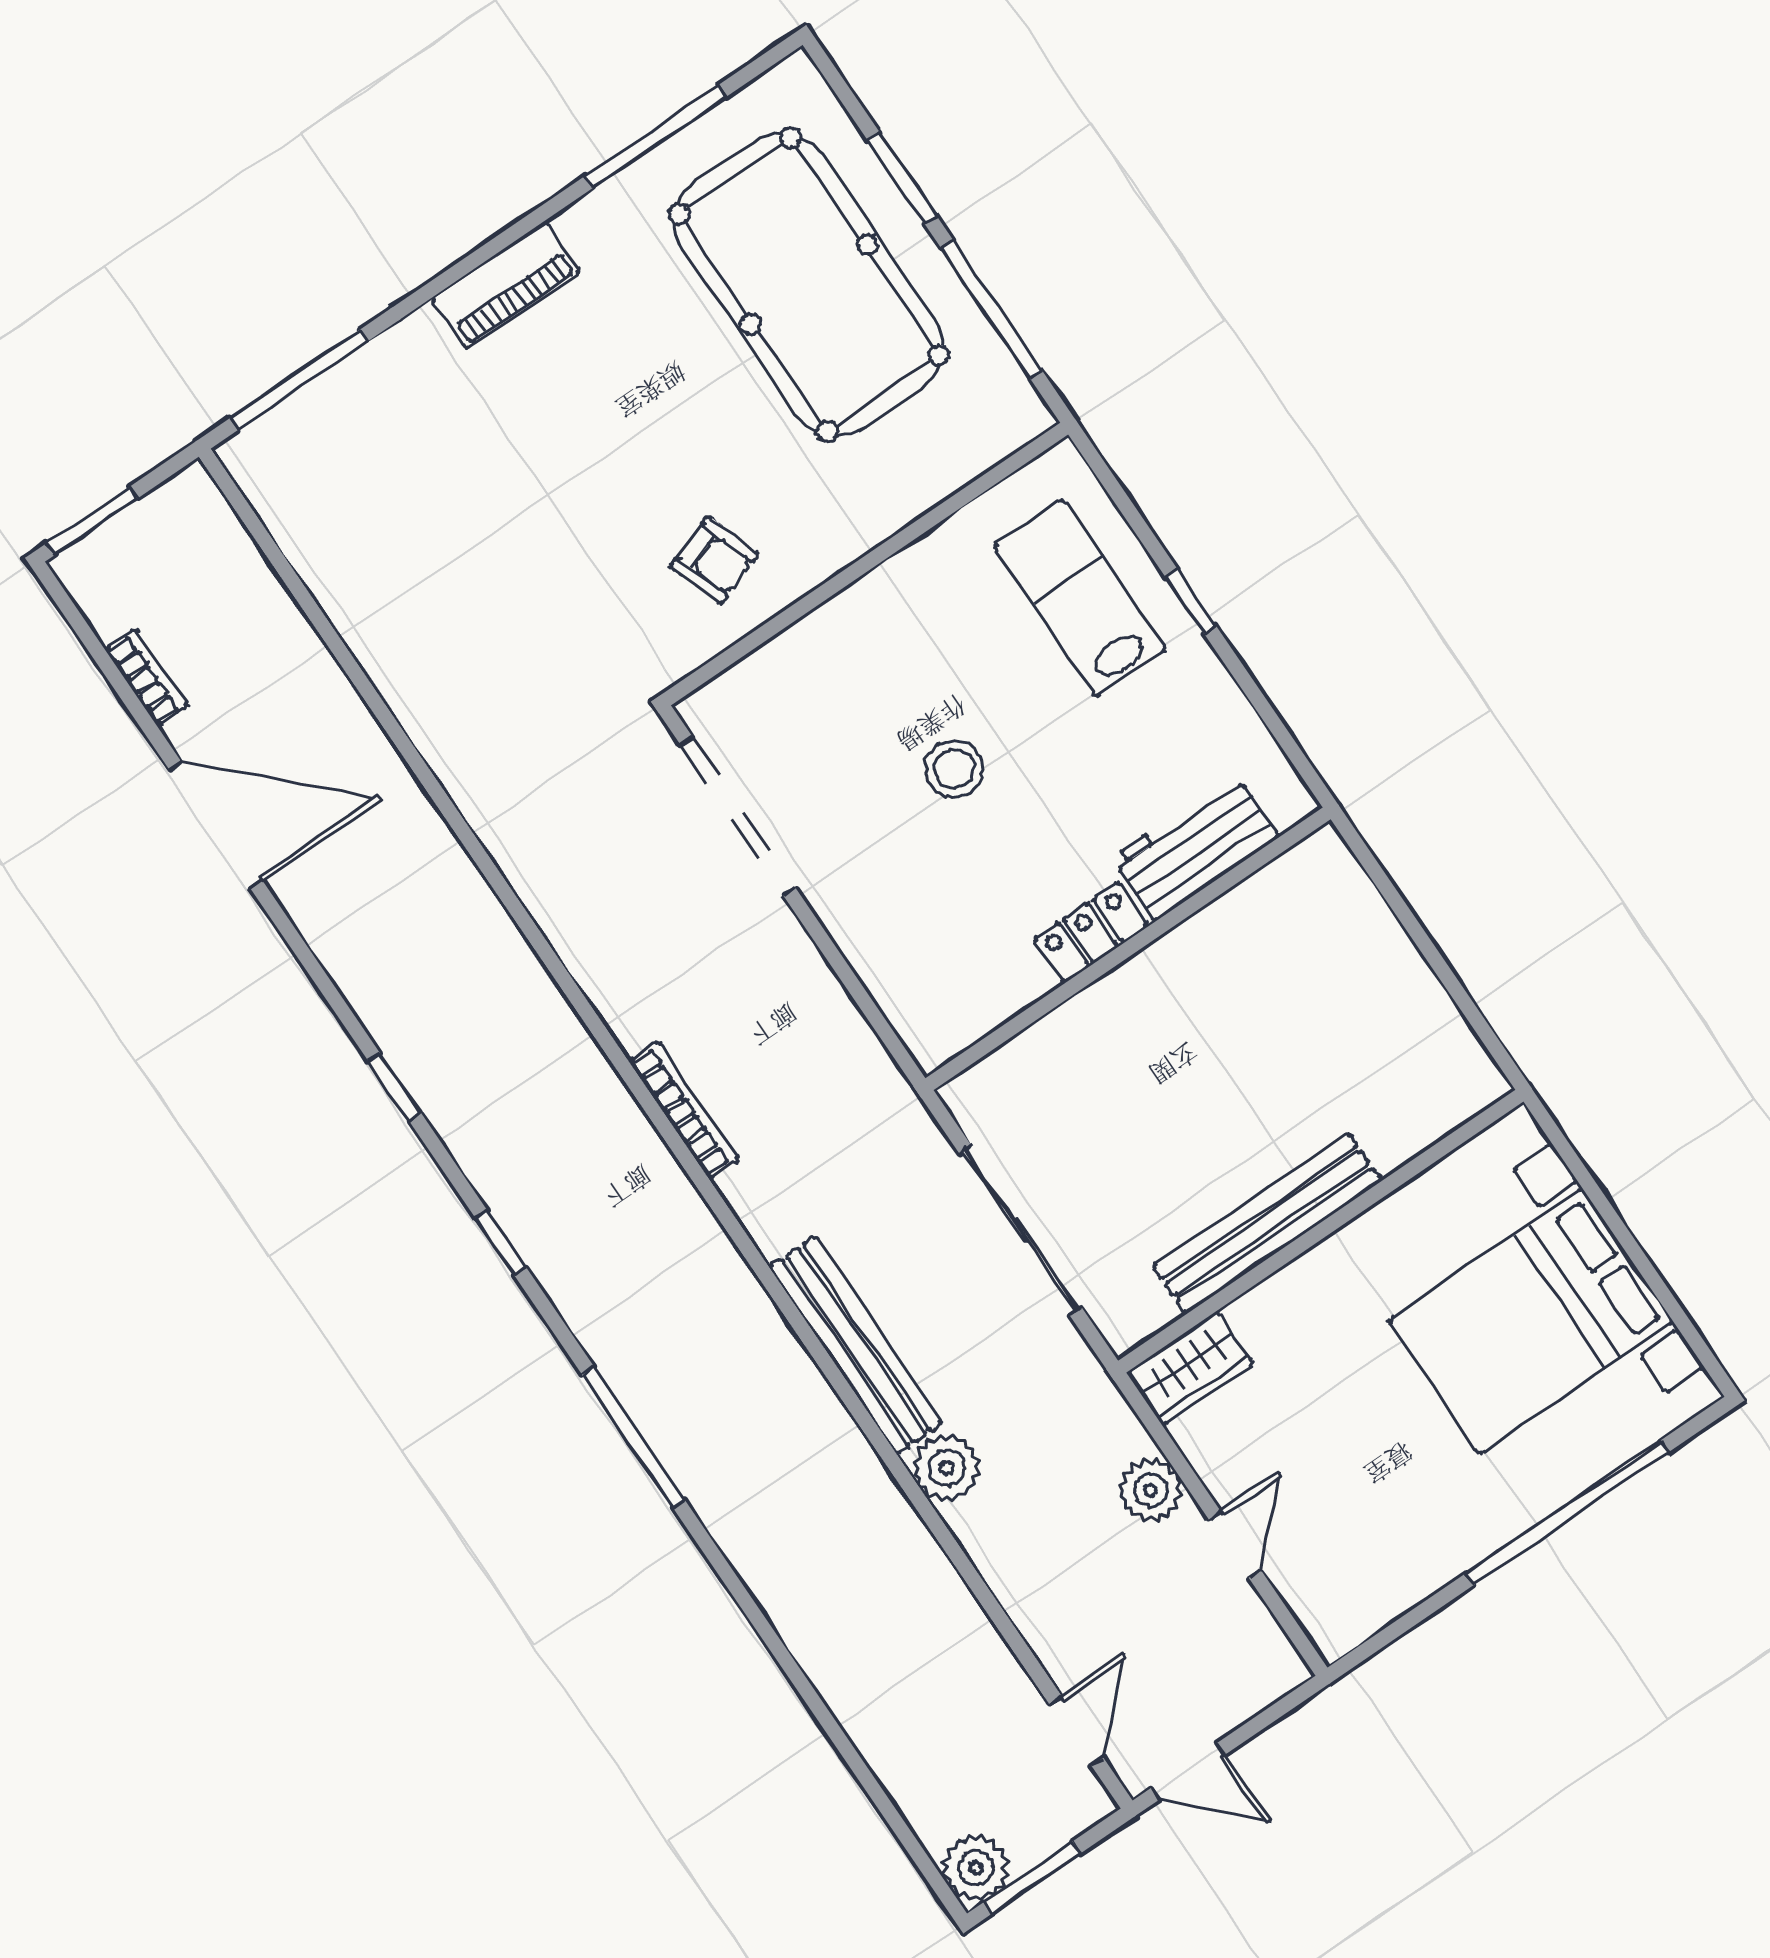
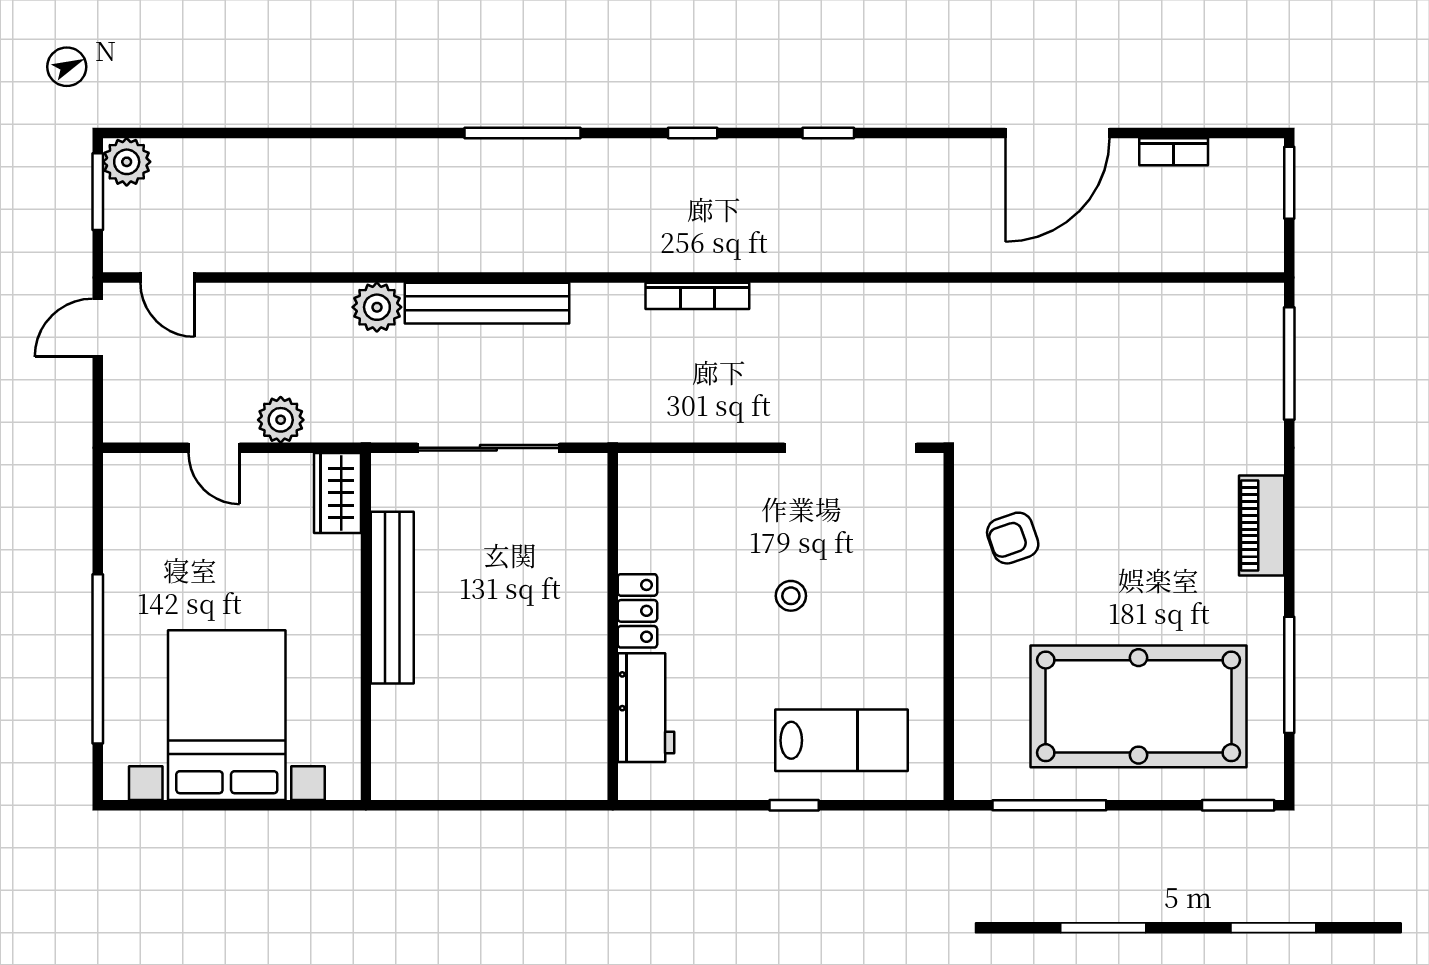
window: (902, 178) -> (1238, 805), moved
stool: (954, 769) -> (791, 596), width x0.73, depth x0.73

